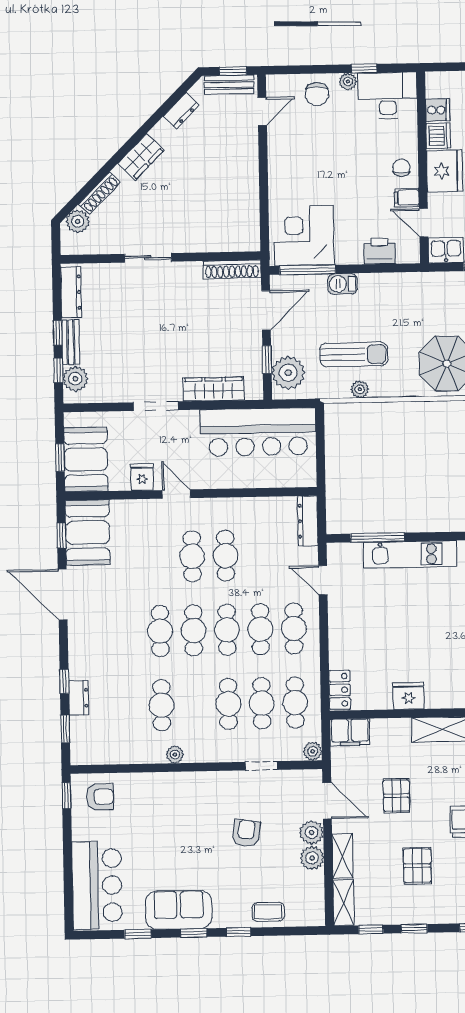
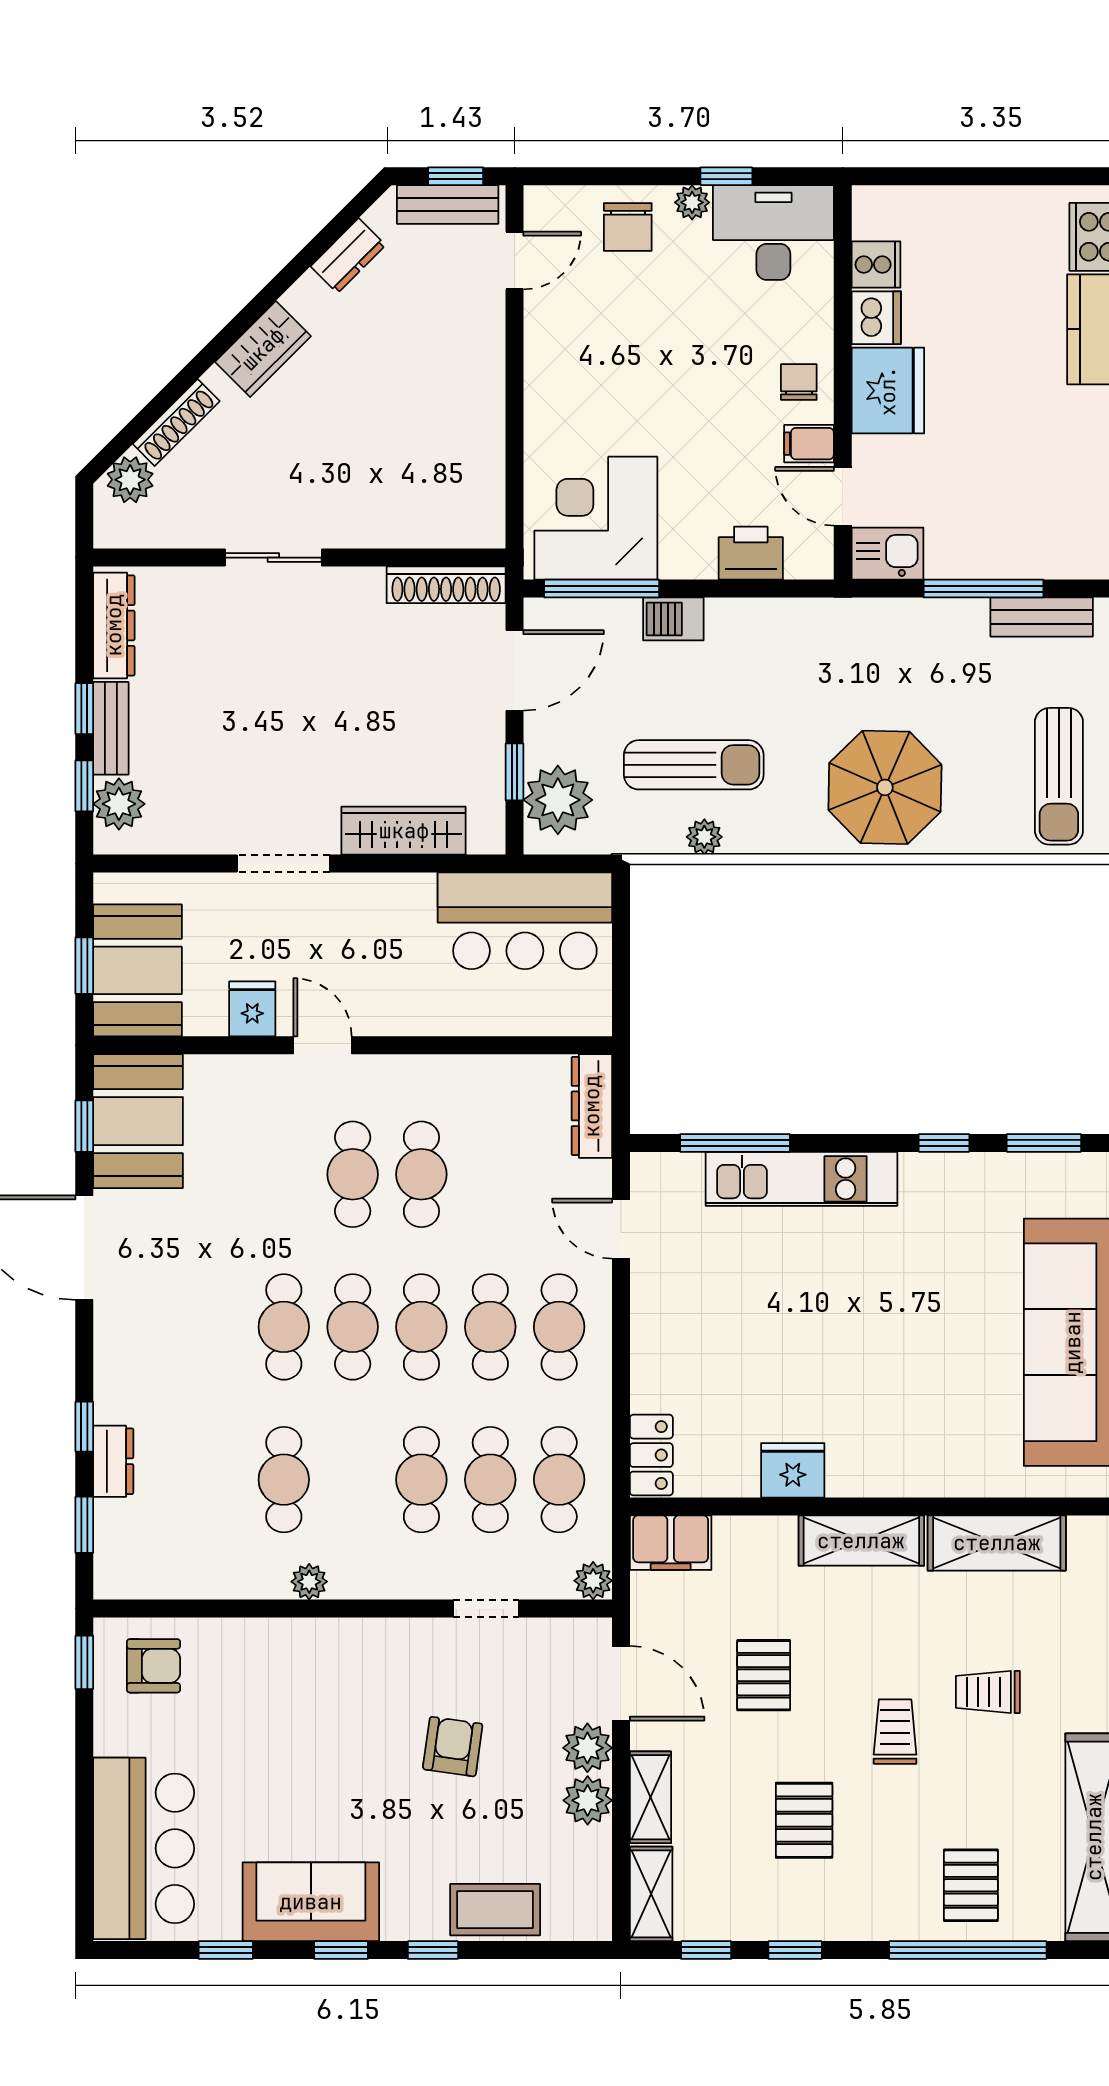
bar counter: (258, 432) -> (525, 921), width x0.73
coffee table: (268, 912) -> (495, 1910), width x1.36, depth x1.30

